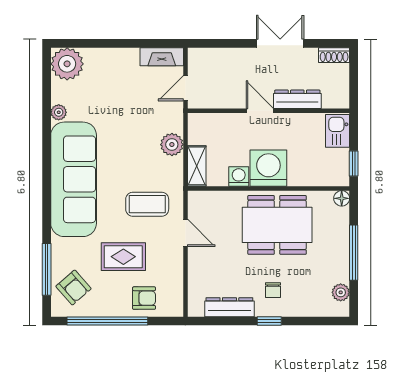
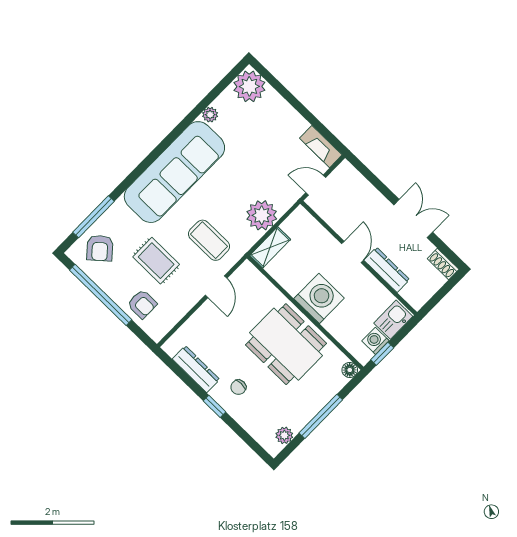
plant: (172, 145) -> (262, 215), width x1.36, depth x1.36
washing machine: (239, 176) -> (375, 341), moved, turned -90

